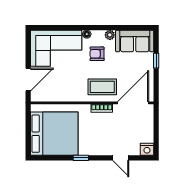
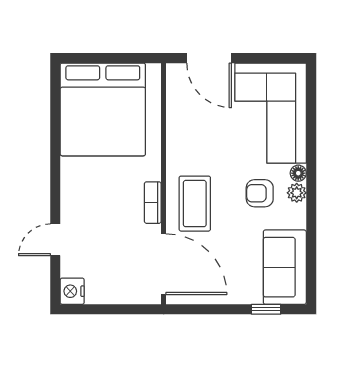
plant: (110, 35) -> (297, 193), moved
armchair: (97, 54) -> (260, 193), turned -90
window: (156, 61) -> (266, 309), moved
window: (81, 158) -> (55, 162), removed

